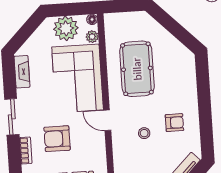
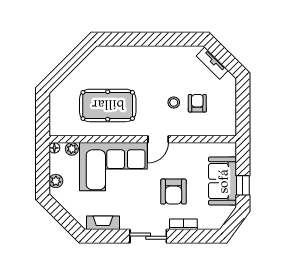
plant: (66, 28) -> (56, 181), width x0.53, depth x0.53
armchair: (174, 123) -> (197, 103), moved

